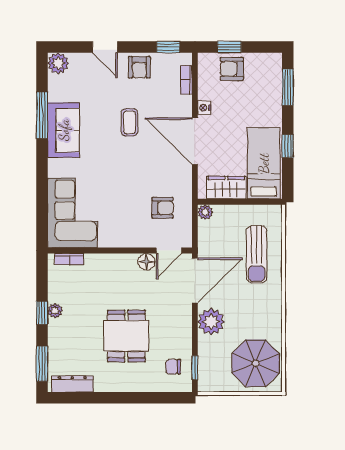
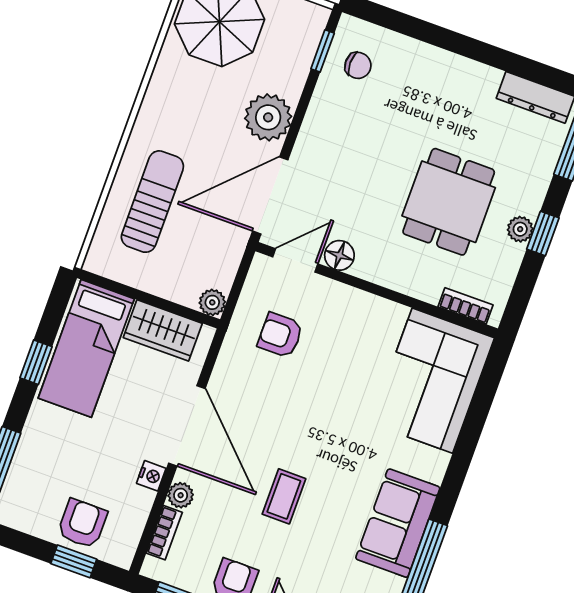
armchair: (232, 69) -> (82, 524), turned -90
plant: (185, 103) -> (181, 495), added
dining table: (126, 336) -> (449, 202), moved

